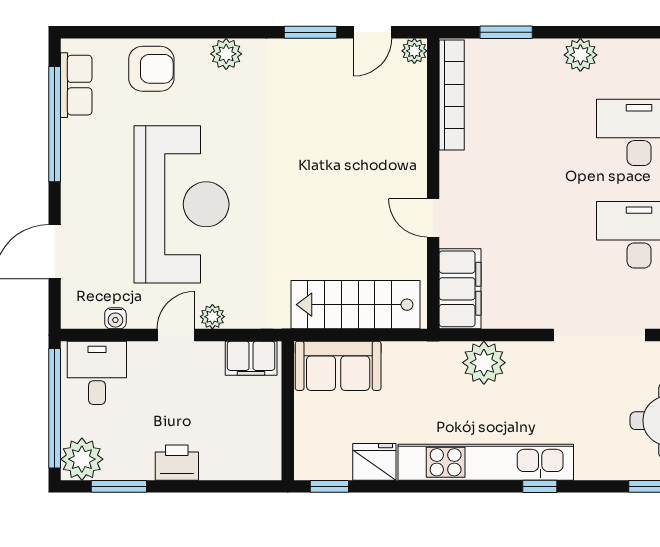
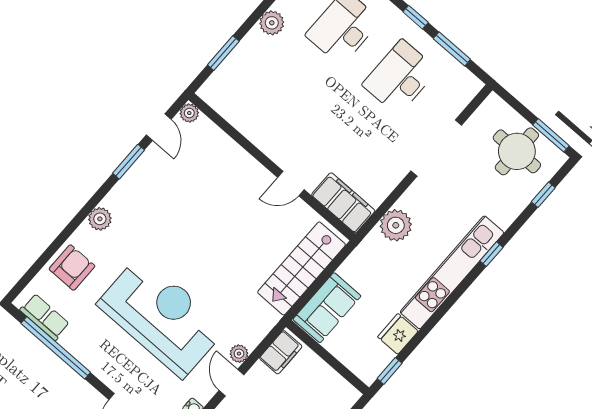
bookcase: (452, 95) -> (232, 114), removed

